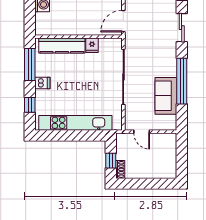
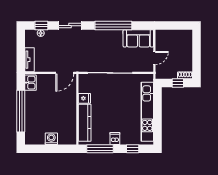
door: (123, 21) -> (65, 73), hinge flipped
sofa: (166, 96) -> (138, 38), moved

